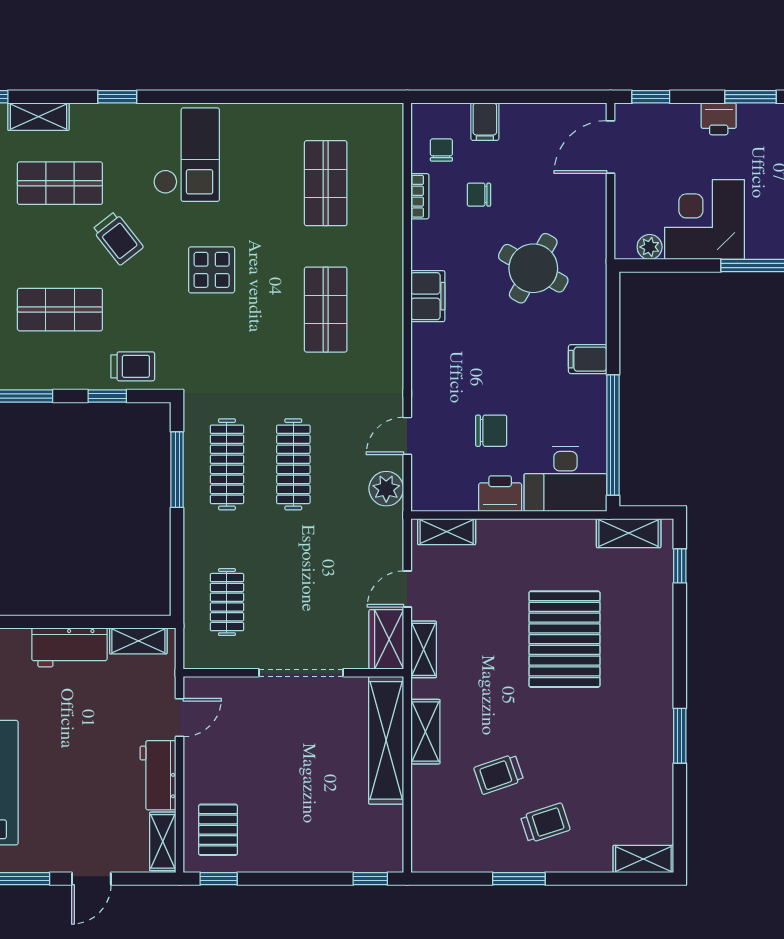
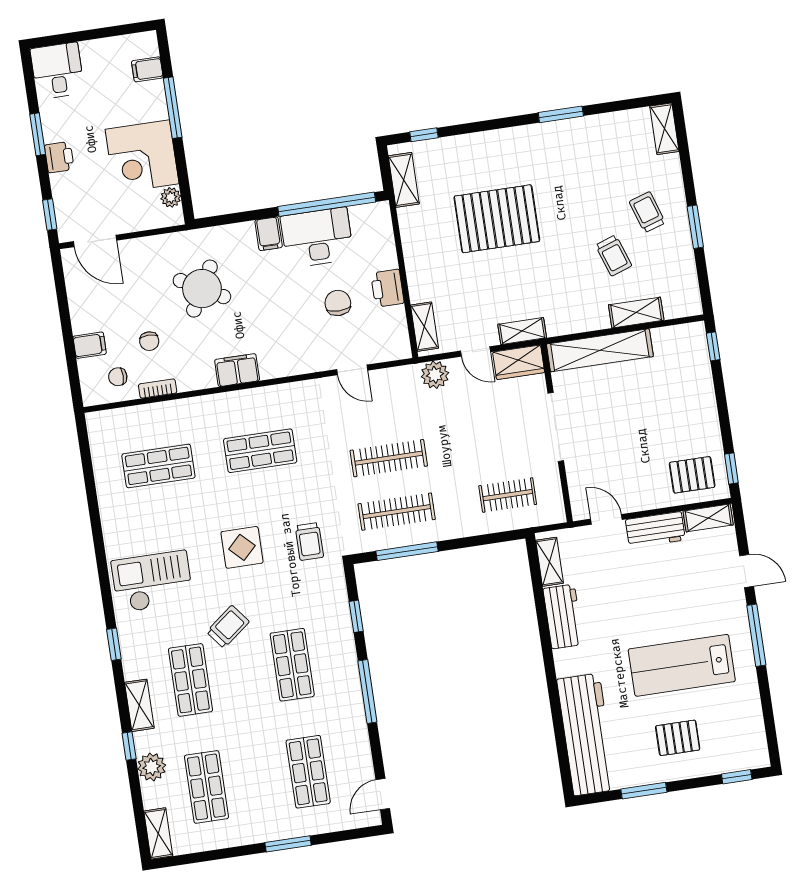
trolley: (133, 366) -> (309, 541), moved, turned 180
desk: (565, 479) -> (317, 238), moved, turned -90
plant: (386, 489) -> (435, 375), moved
shelving: (425, 732) -> (636, 313), moved

